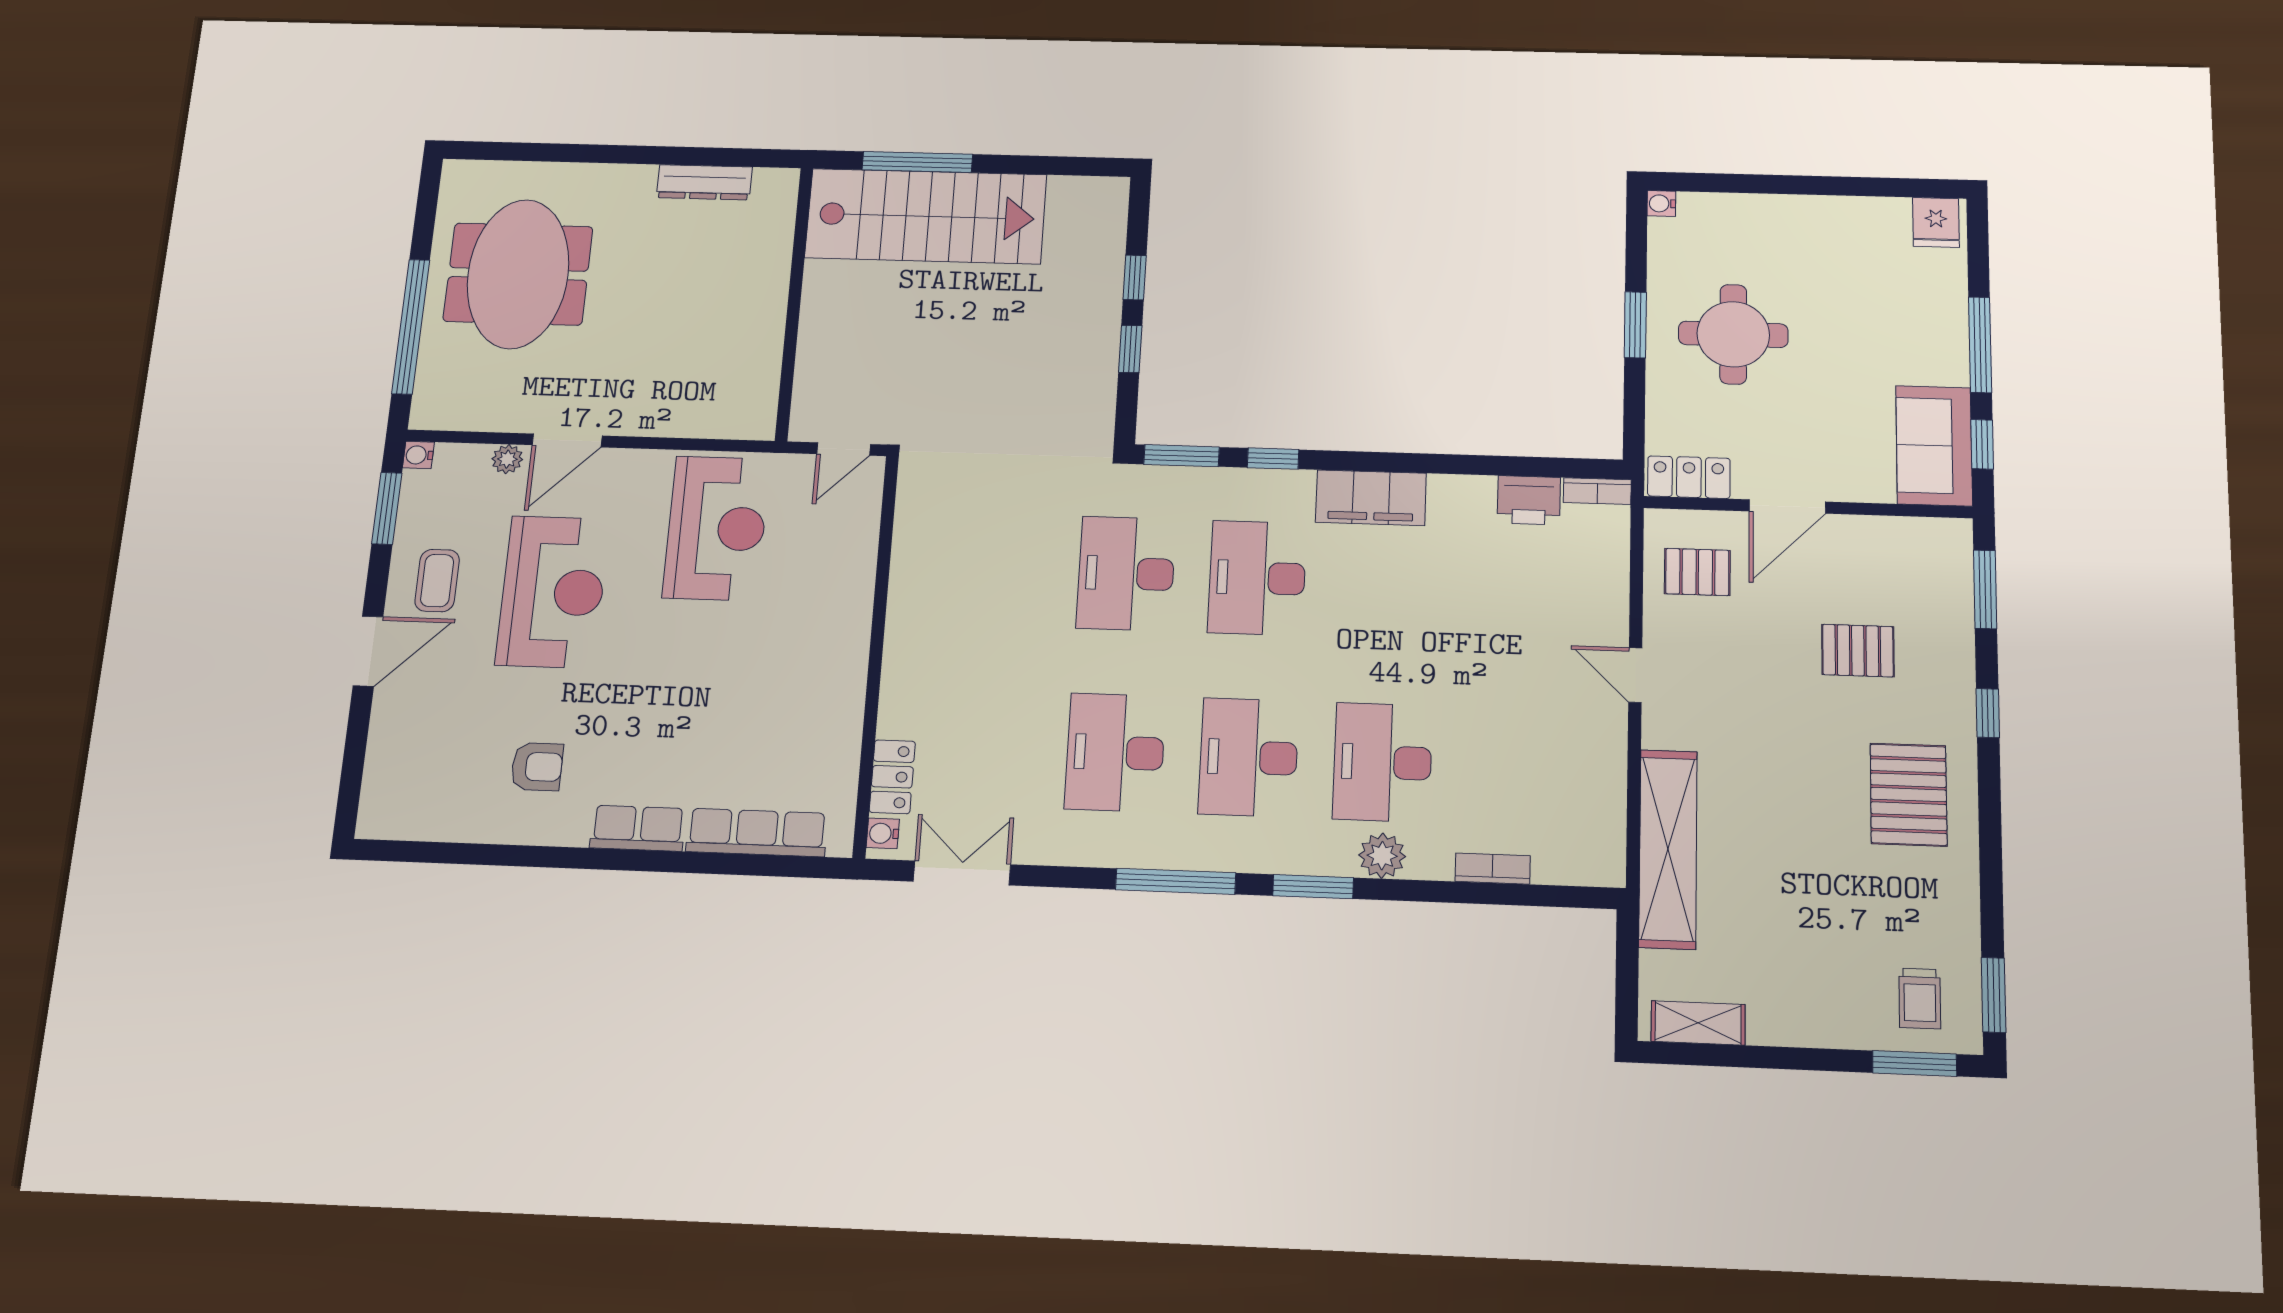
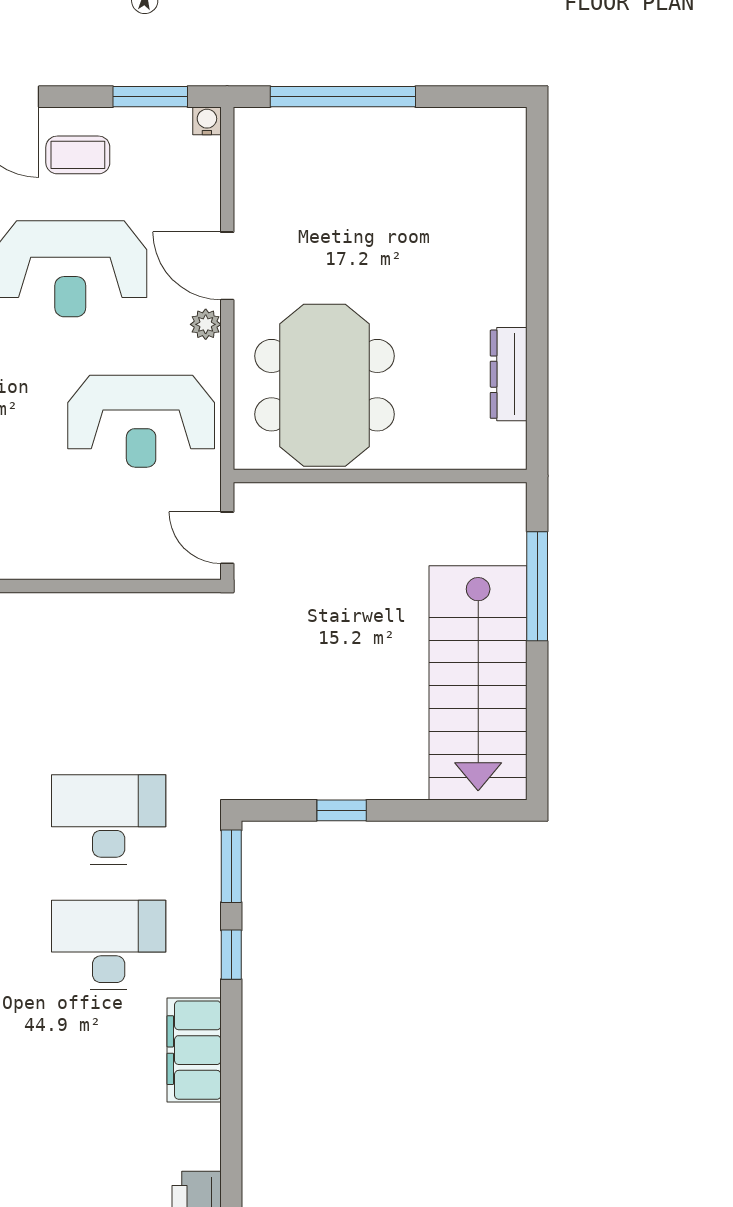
stairs: (926, 216) -> (478, 683), moved
meeting table: (518, 274) -> (324, 385), moved, turned 90
window: (1135, 278) -> (418, 810), removed
plant: (507, 459) -> (206, 324), moved

